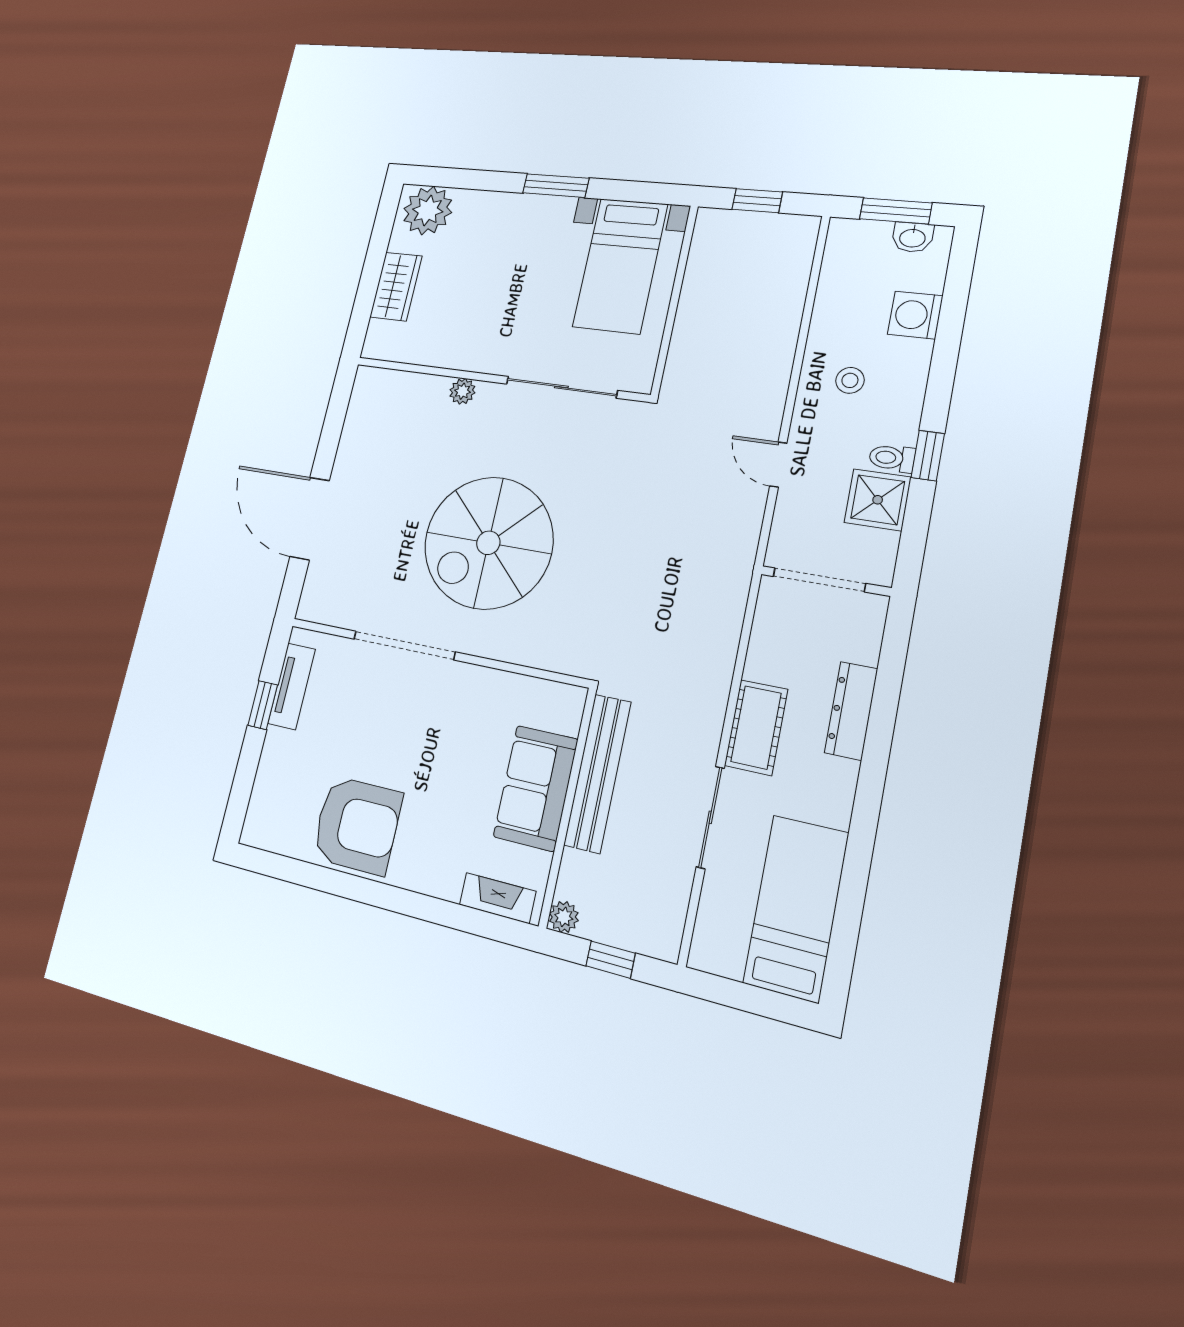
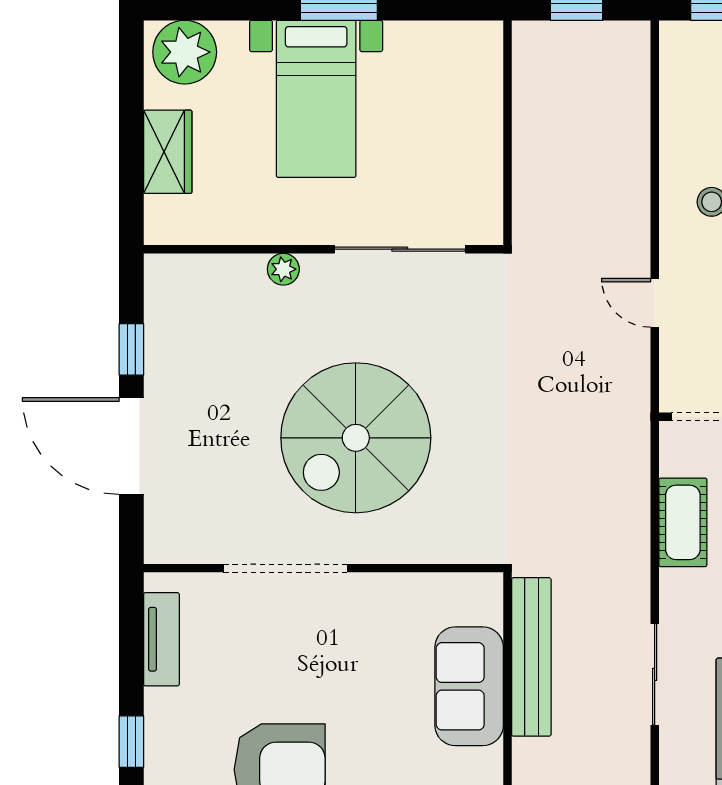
bed with nightstands: (620, 266) -> (316, 99), moved
window: (329, 440) -> (131, 349), added
window: (263, 705) -> (131, 742), moved
cot: (756, 727) -> (683, 522), moved

